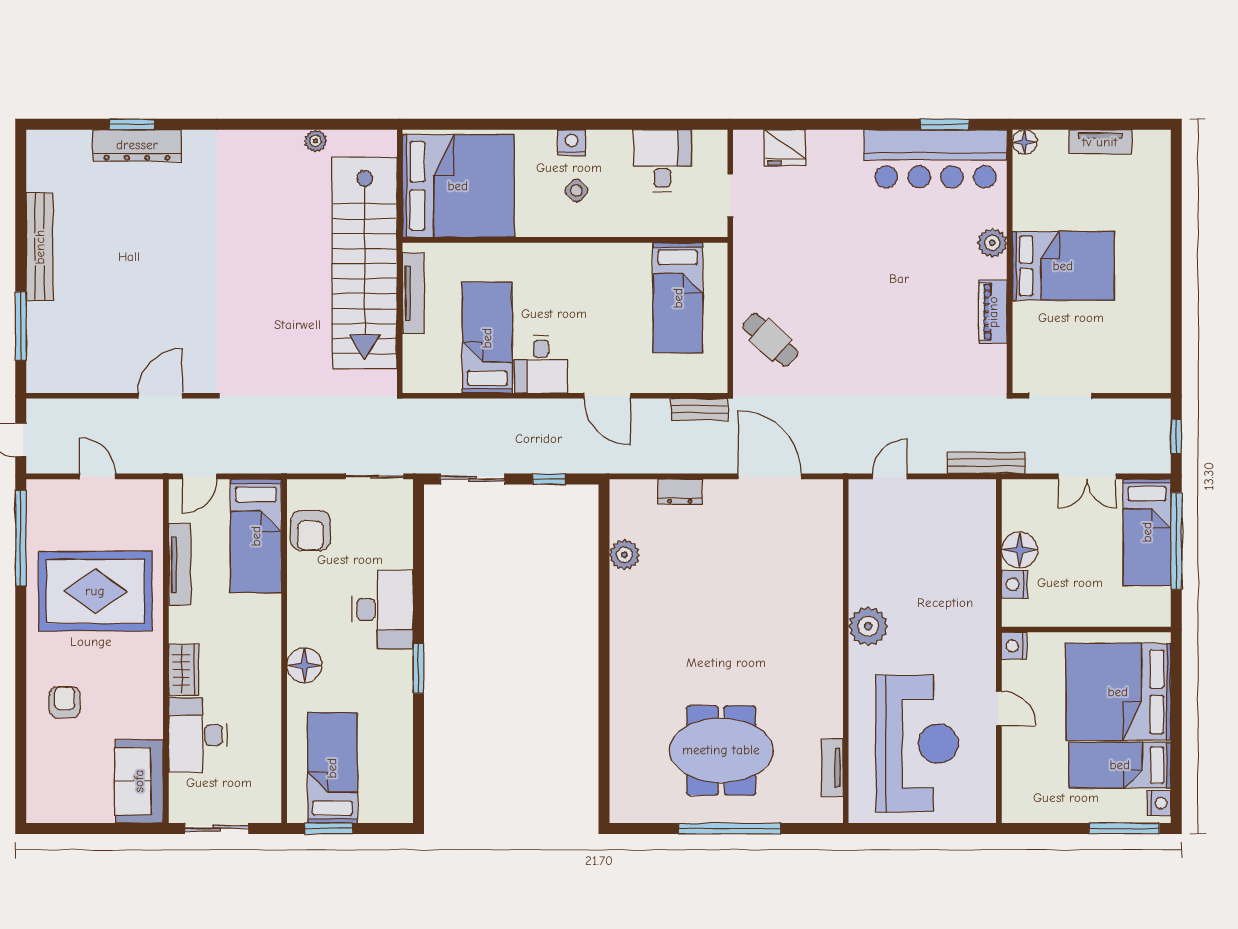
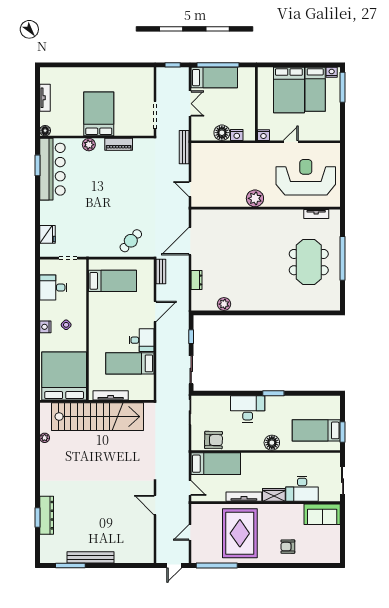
window: (21, 326) -> (70, 566), moved
tv unit: (180, 564) -> (244, 497), moved
bed: (1118, 692) -> (289, 90), width x0.73

